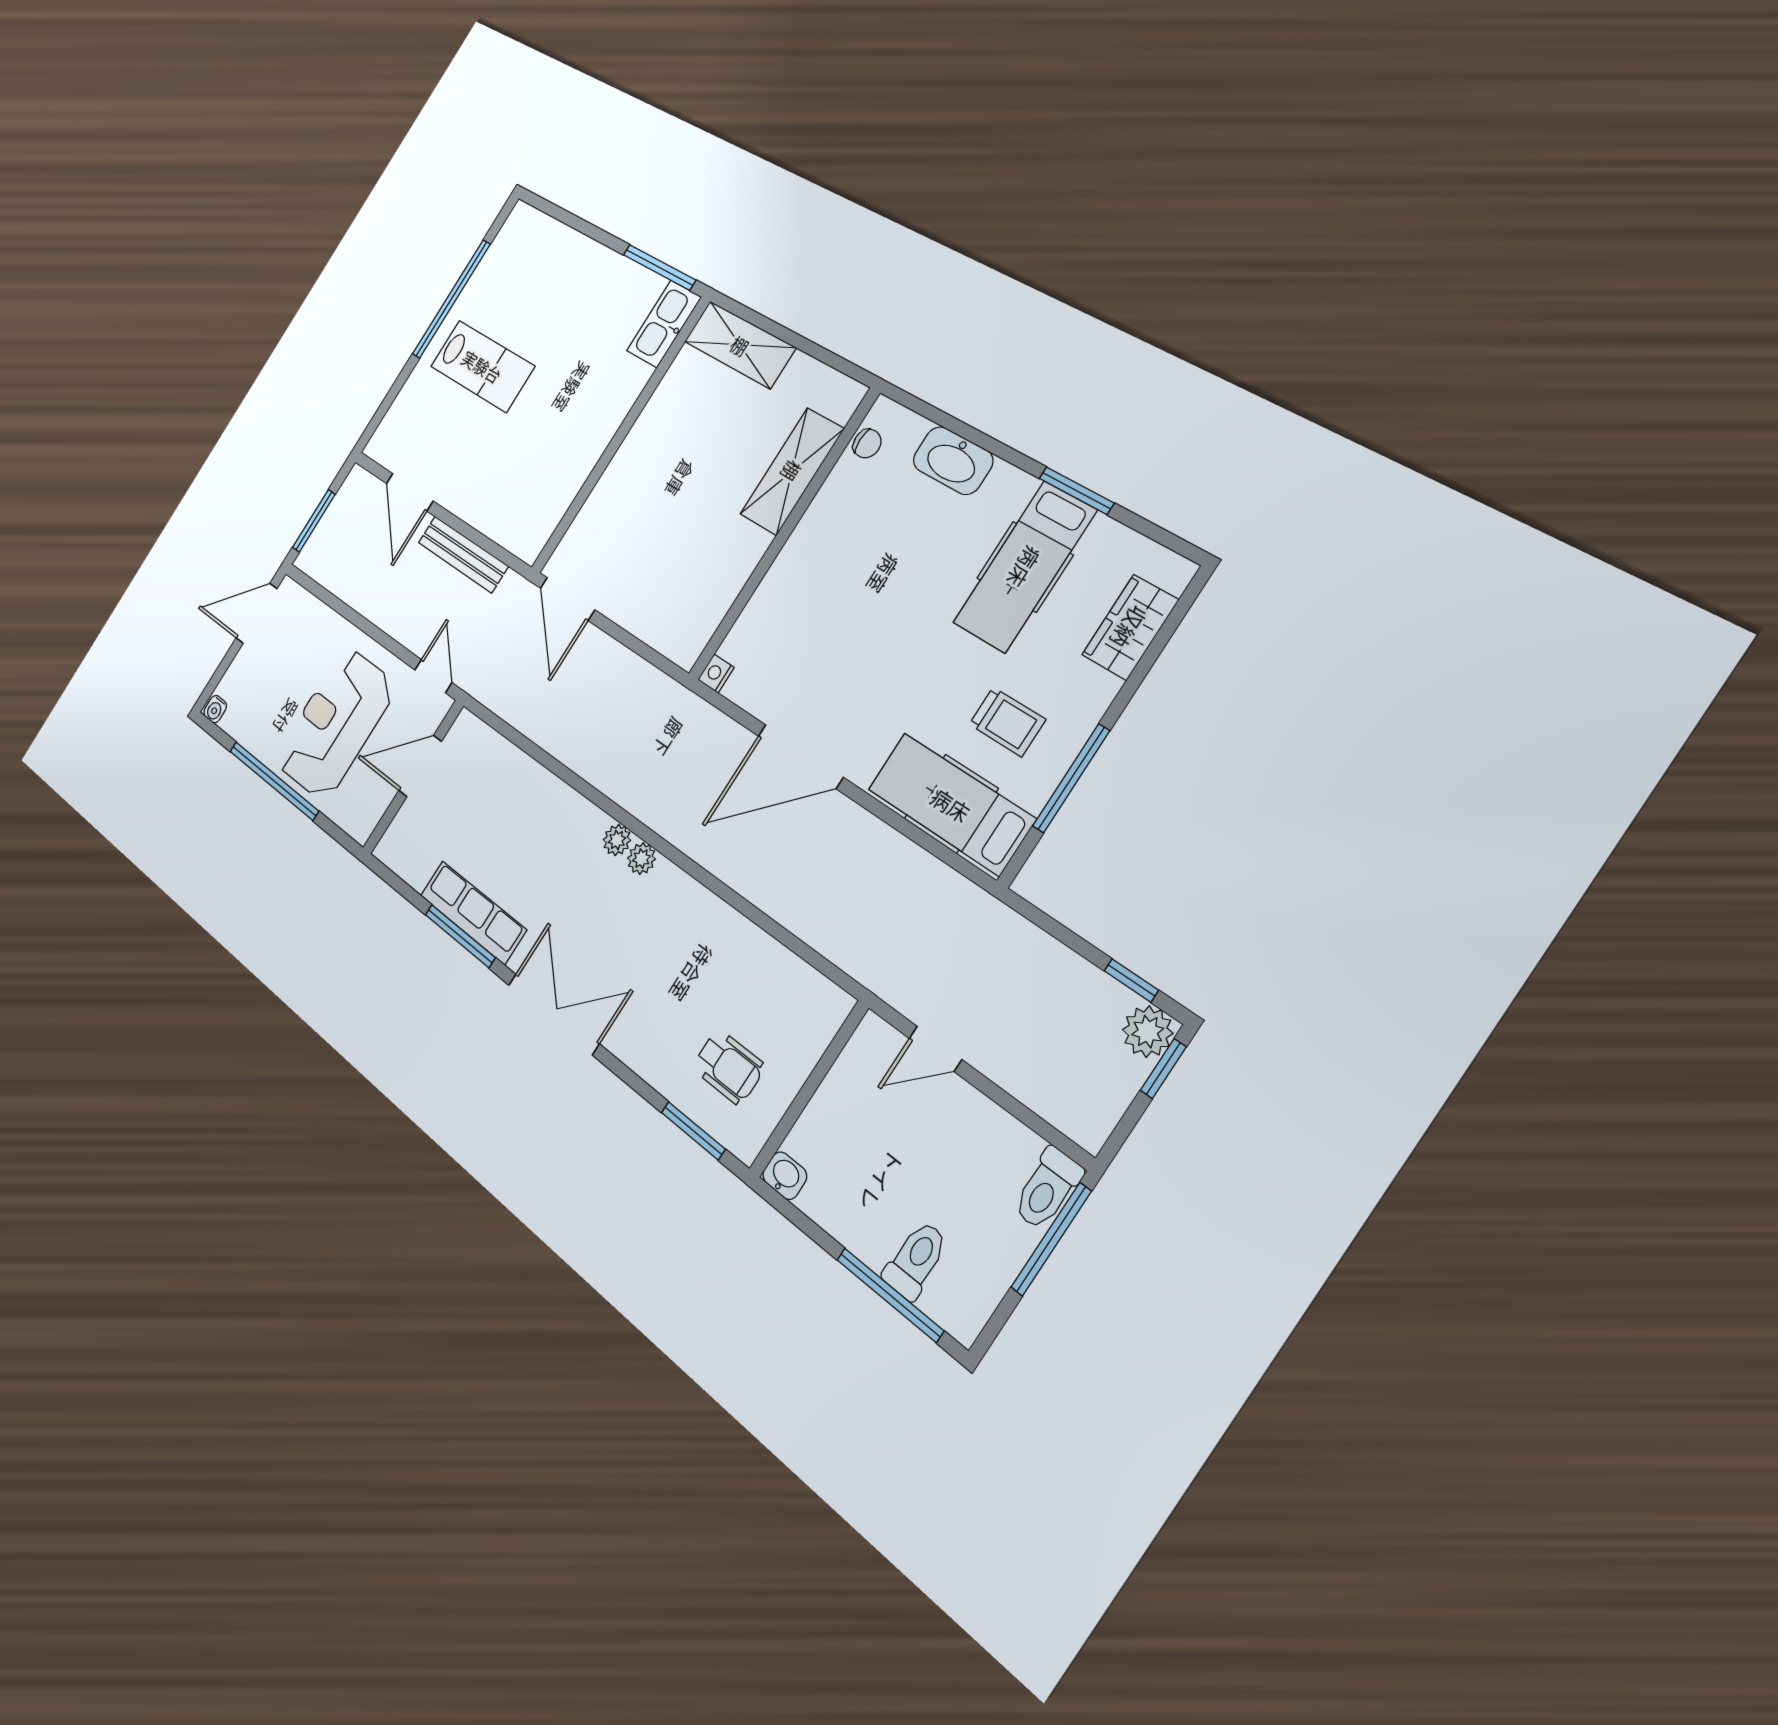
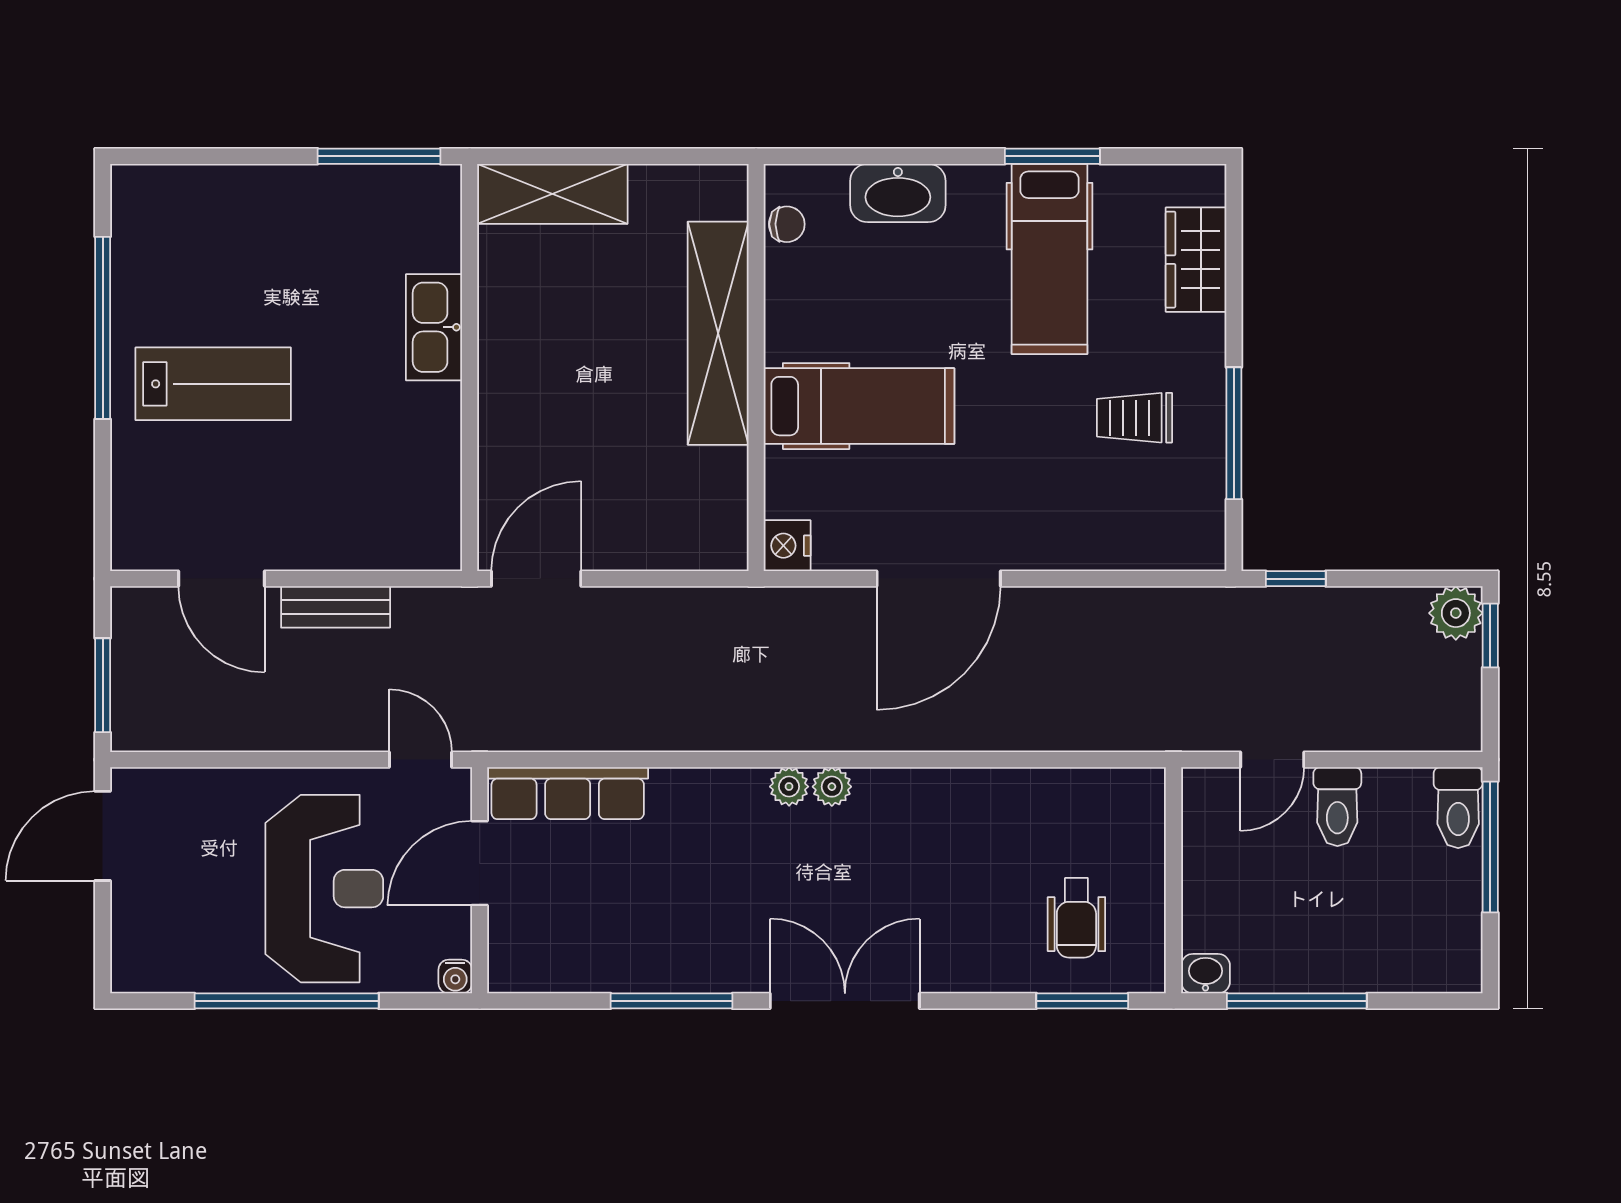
kitchen sink: (664, 324) -> (434, 327), moved
shelving: (792, 471) -> (718, 333), width x1.47
bench: (463, 554) -> (336, 607), width x0.73
door: (567, 599) -> (536, 579), swing flipped
nightstand: (716, 674) -> (787, 546), width x1.39, depth x1.35
water cooler: (215, 709) -> (455, 977), moved
trolley: (1007, 722) -> (1135, 418), turned 180
reception desk: (335, 724) -> (324, 889), turned 180
hospital bed: (951, 804) -> (859, 406), moved, turned 180
row of seats: (473, 912) -> (568, 793), moved, turned 180
window: (1131, 980) -> (1296, 579), moved
wheelchair: (729, 1067) -> (1076, 918), turned 90
toilet: (916, 1260) -> (1337, 807), moved, turned 180
window: (890, 1295) -> (1297, 1001), moved

